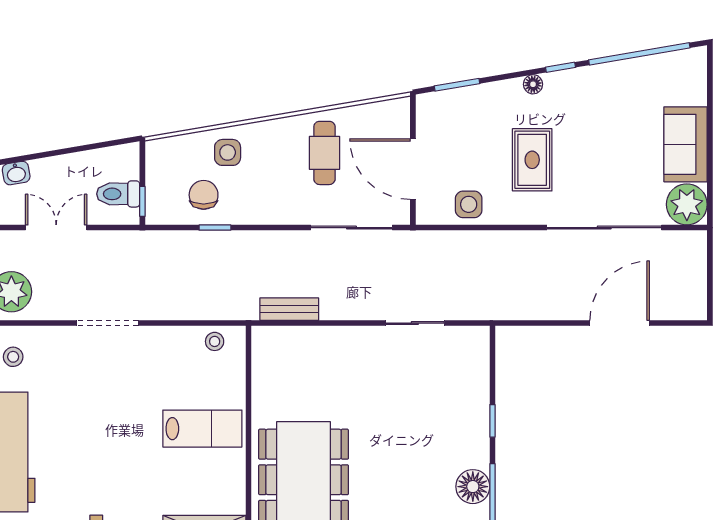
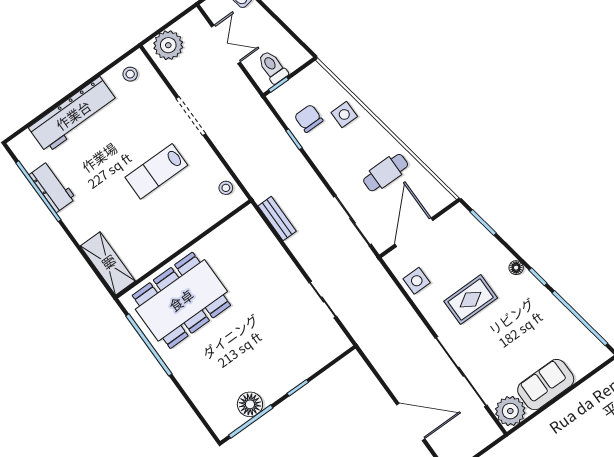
chair: (204, 195) -> (309, 118), turned -90
lab bench: (202, 429) -> (156, 171), moved, turned 90

